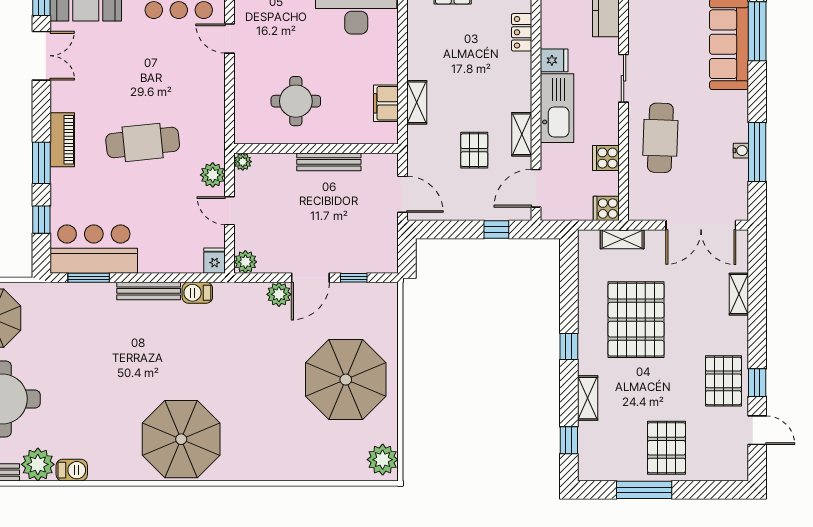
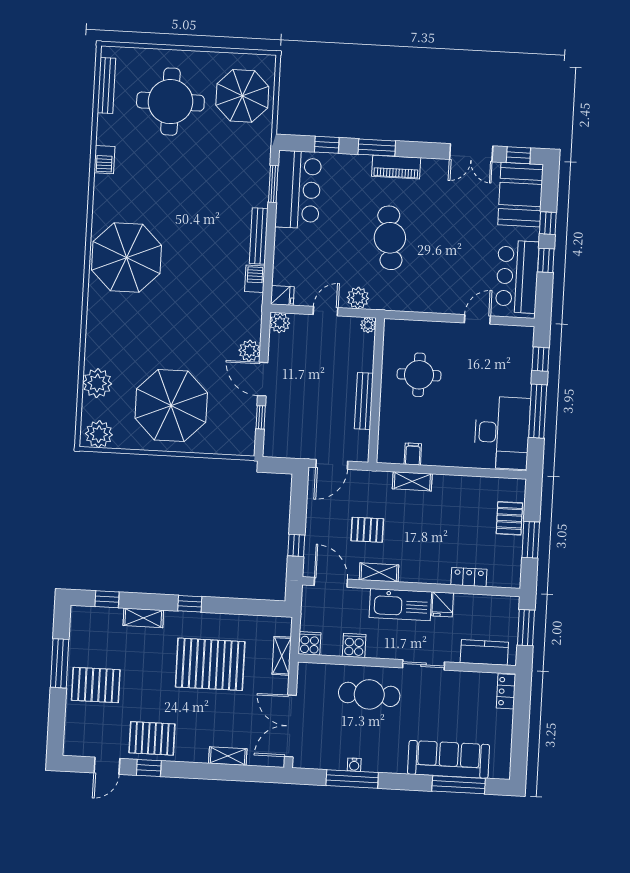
filing cabinet: (386, 103) -> (413, 454), width x0.50
plant: (38, 464) -> (97, 383), moved

